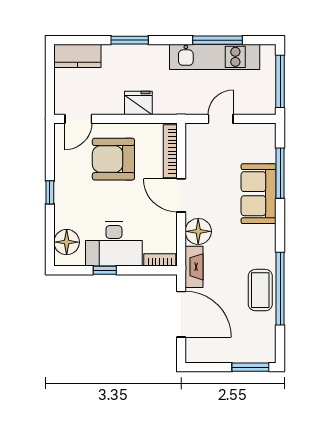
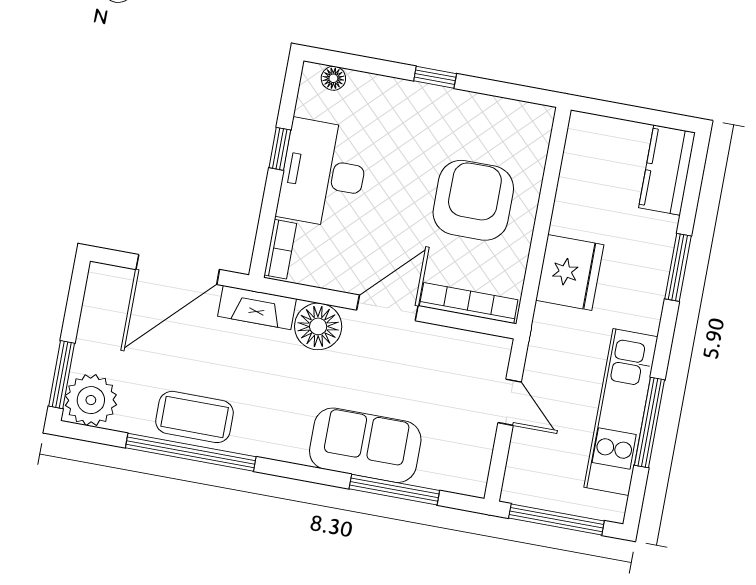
fridge: (138, 103) -> (570, 272), width x1.36, depth x1.34
door: (78, 119) -> (556, 151), removed
floor lamp: (67, 242) -> (333, 78), width x0.53, depth x0.53
plant: (261, 349) -> (91, 400), added

